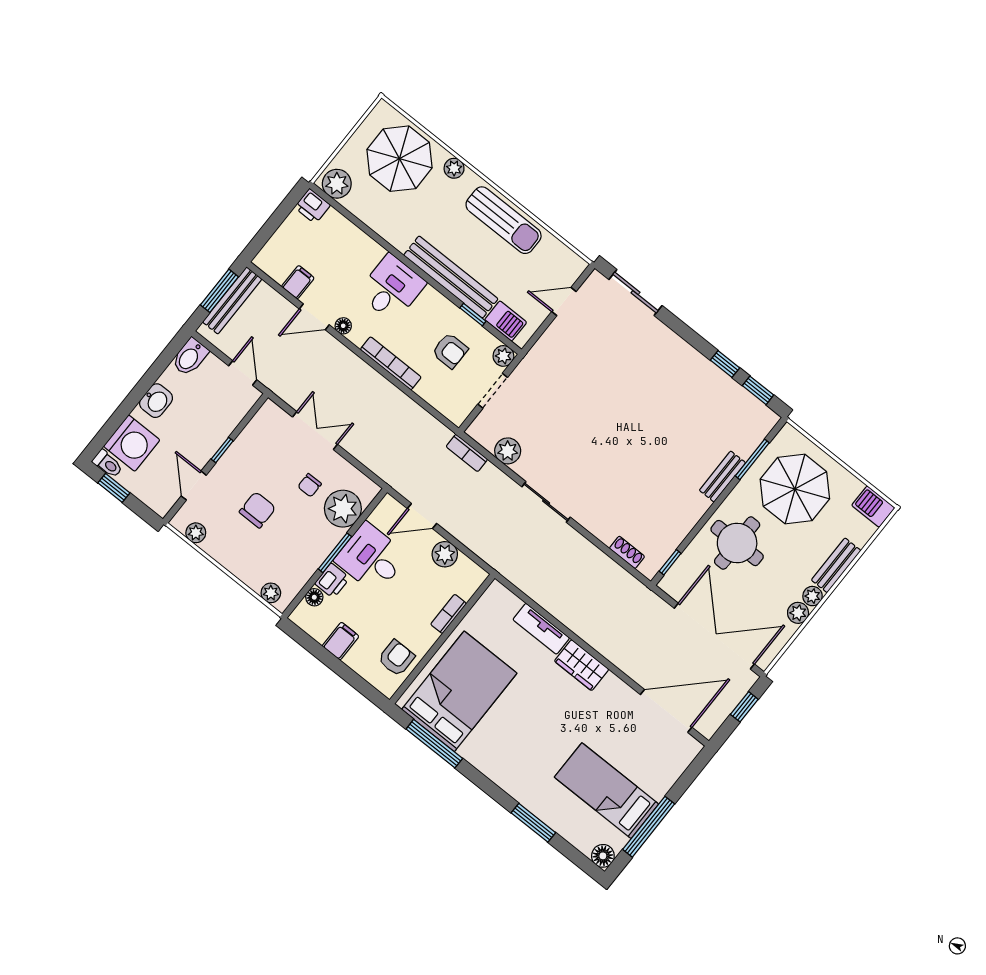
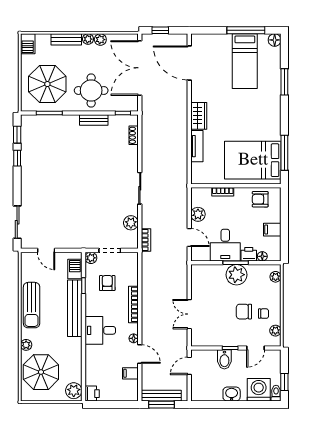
sun lounger: (504, 220) -> (32, 305), turned 180
bidet: (190, 357) -> (224, 359), moved, turned 90
bench: (722, 477) -> (94, 120), moved
chair: (310, 485) -> (264, 314), moved
plant: (343, 509) -> (236, 275), moved

